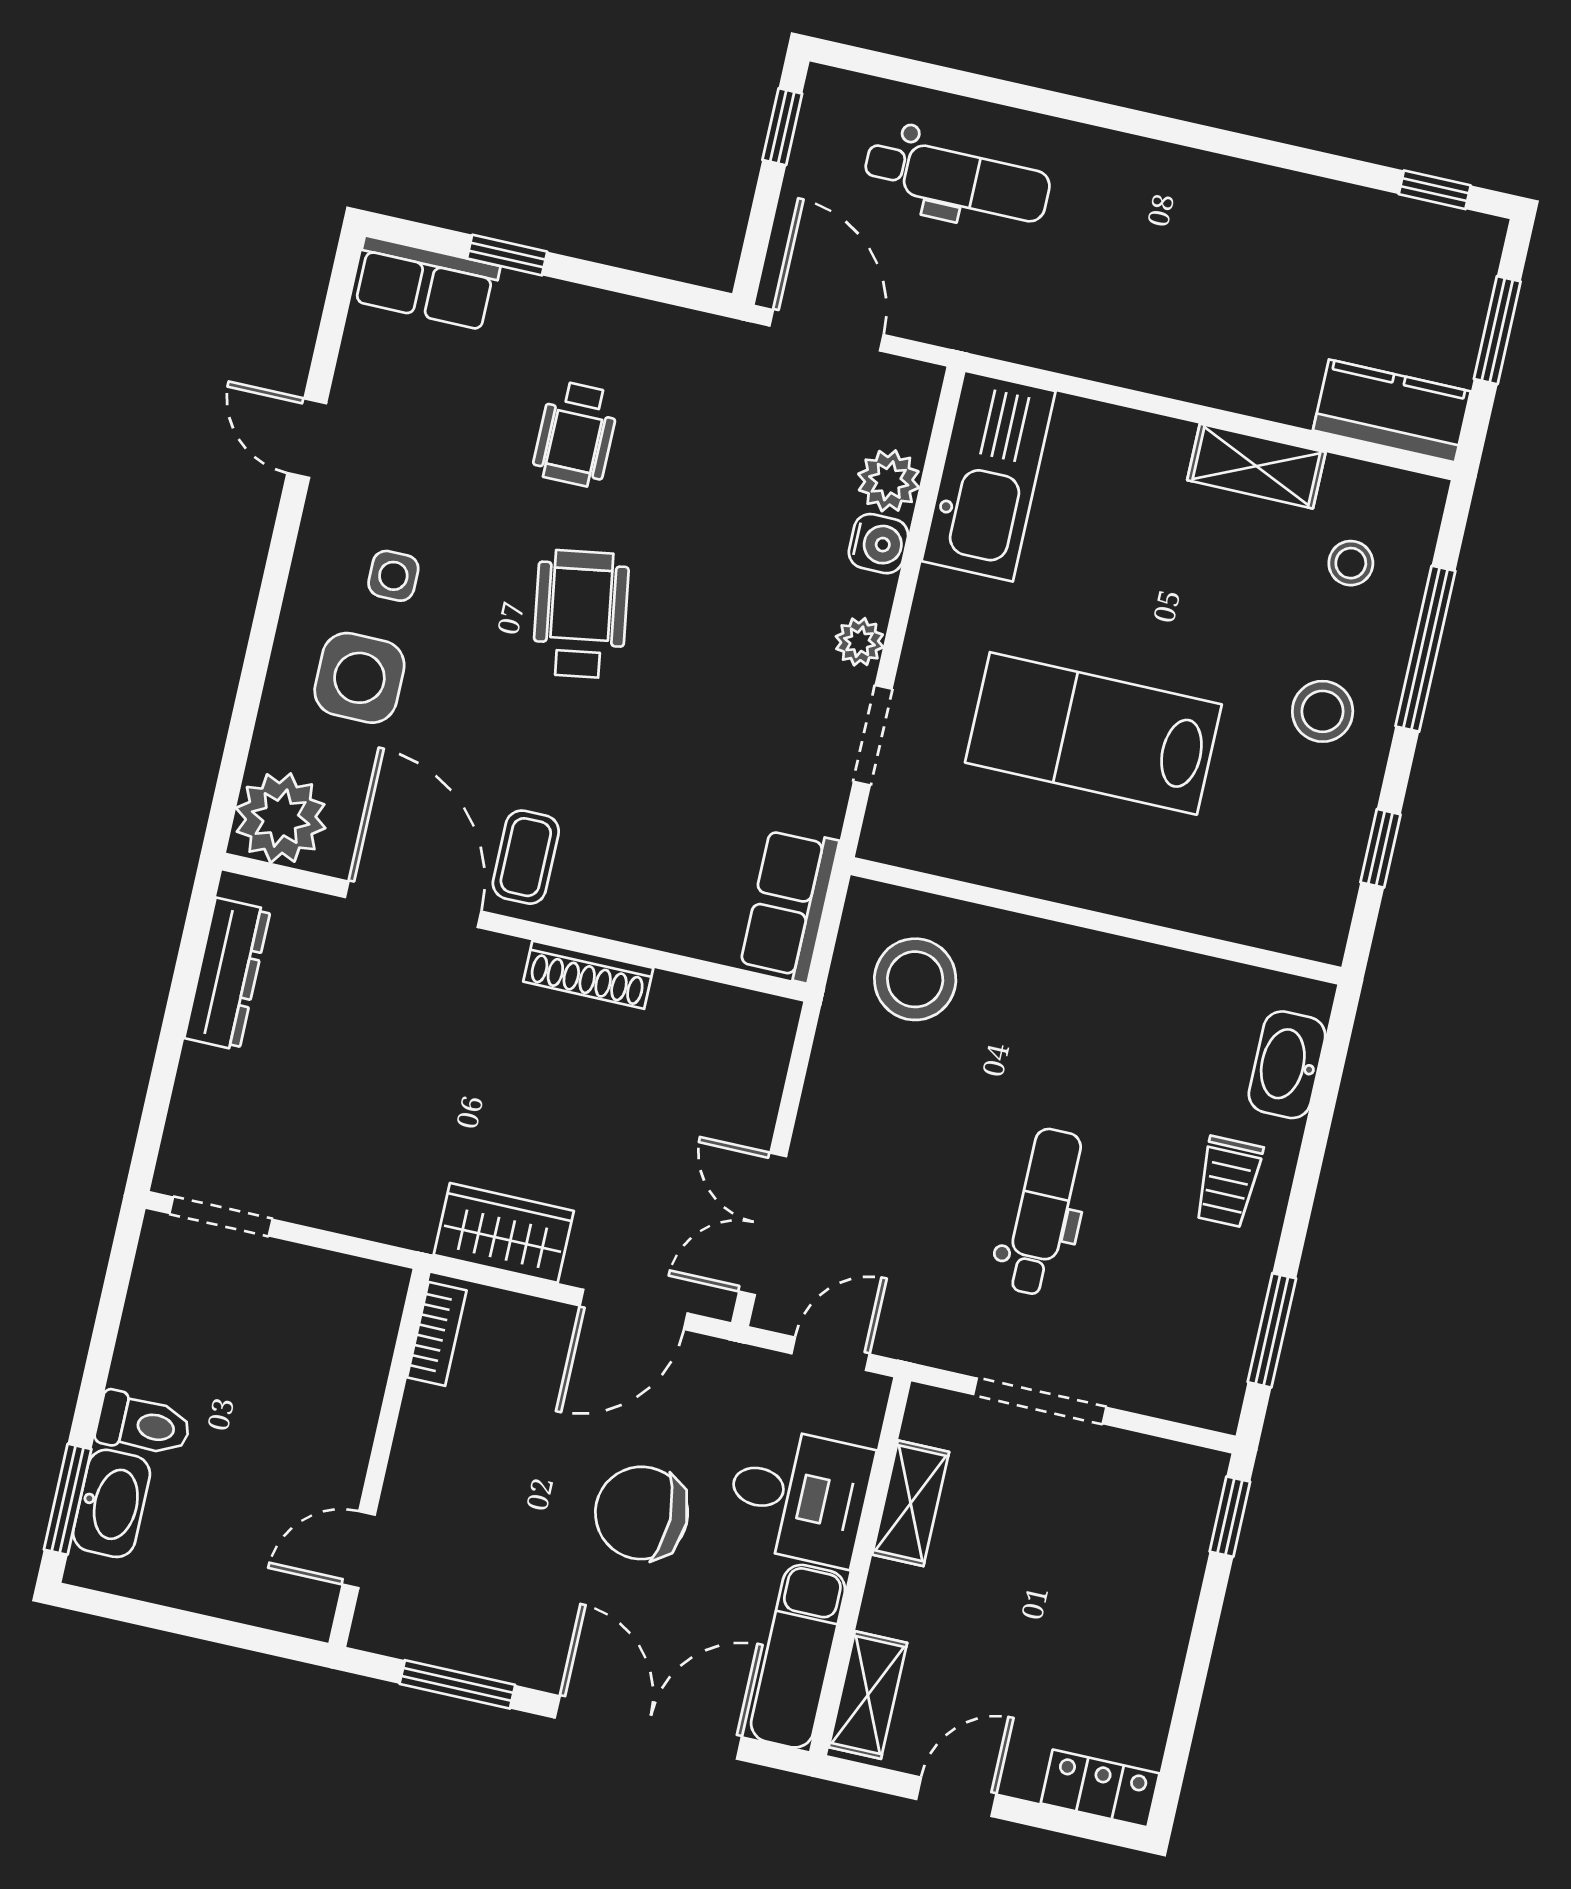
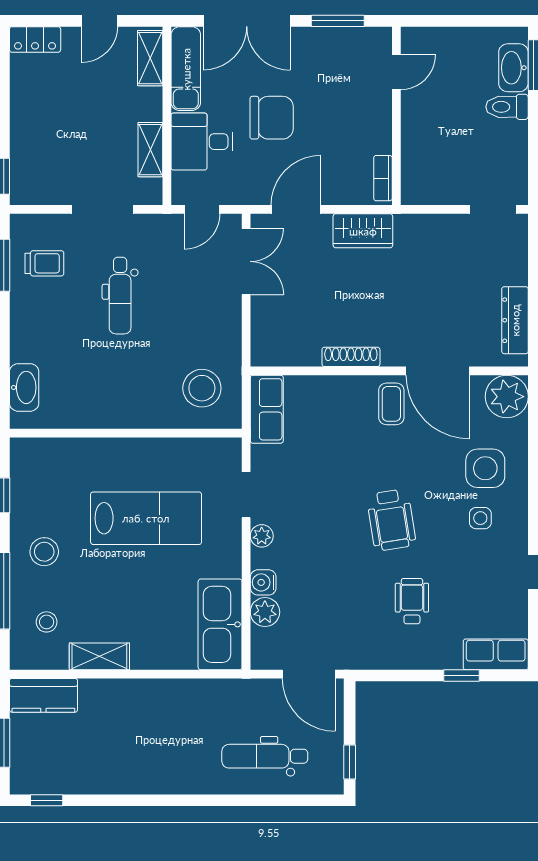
trolley: (1228, 1182) -> (44, 263), moved, turned 90

